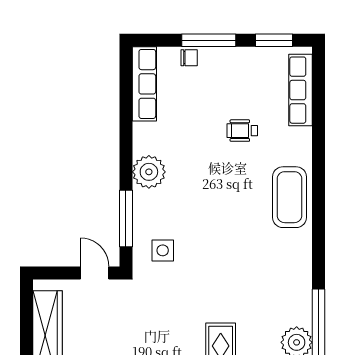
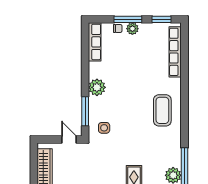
plant: (218, 58) -> (132, 29), added
row of seats: (301, 90) -> (175, 52), width x1.36
wheelchair: (242, 131) -> (145, 66), removed
coffee table: (289, 197) -> (162, 110), moved

